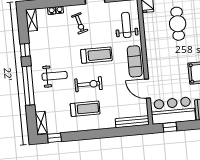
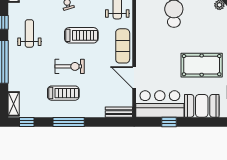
weight bench: (55, 76) -> (29, 33), moved, turned -90
bench: (132, 122) -> (119, 112), width x0.73
window: (170, 127) -> (169, 122), moved
window: (92, 134) -> (69, 122), added

